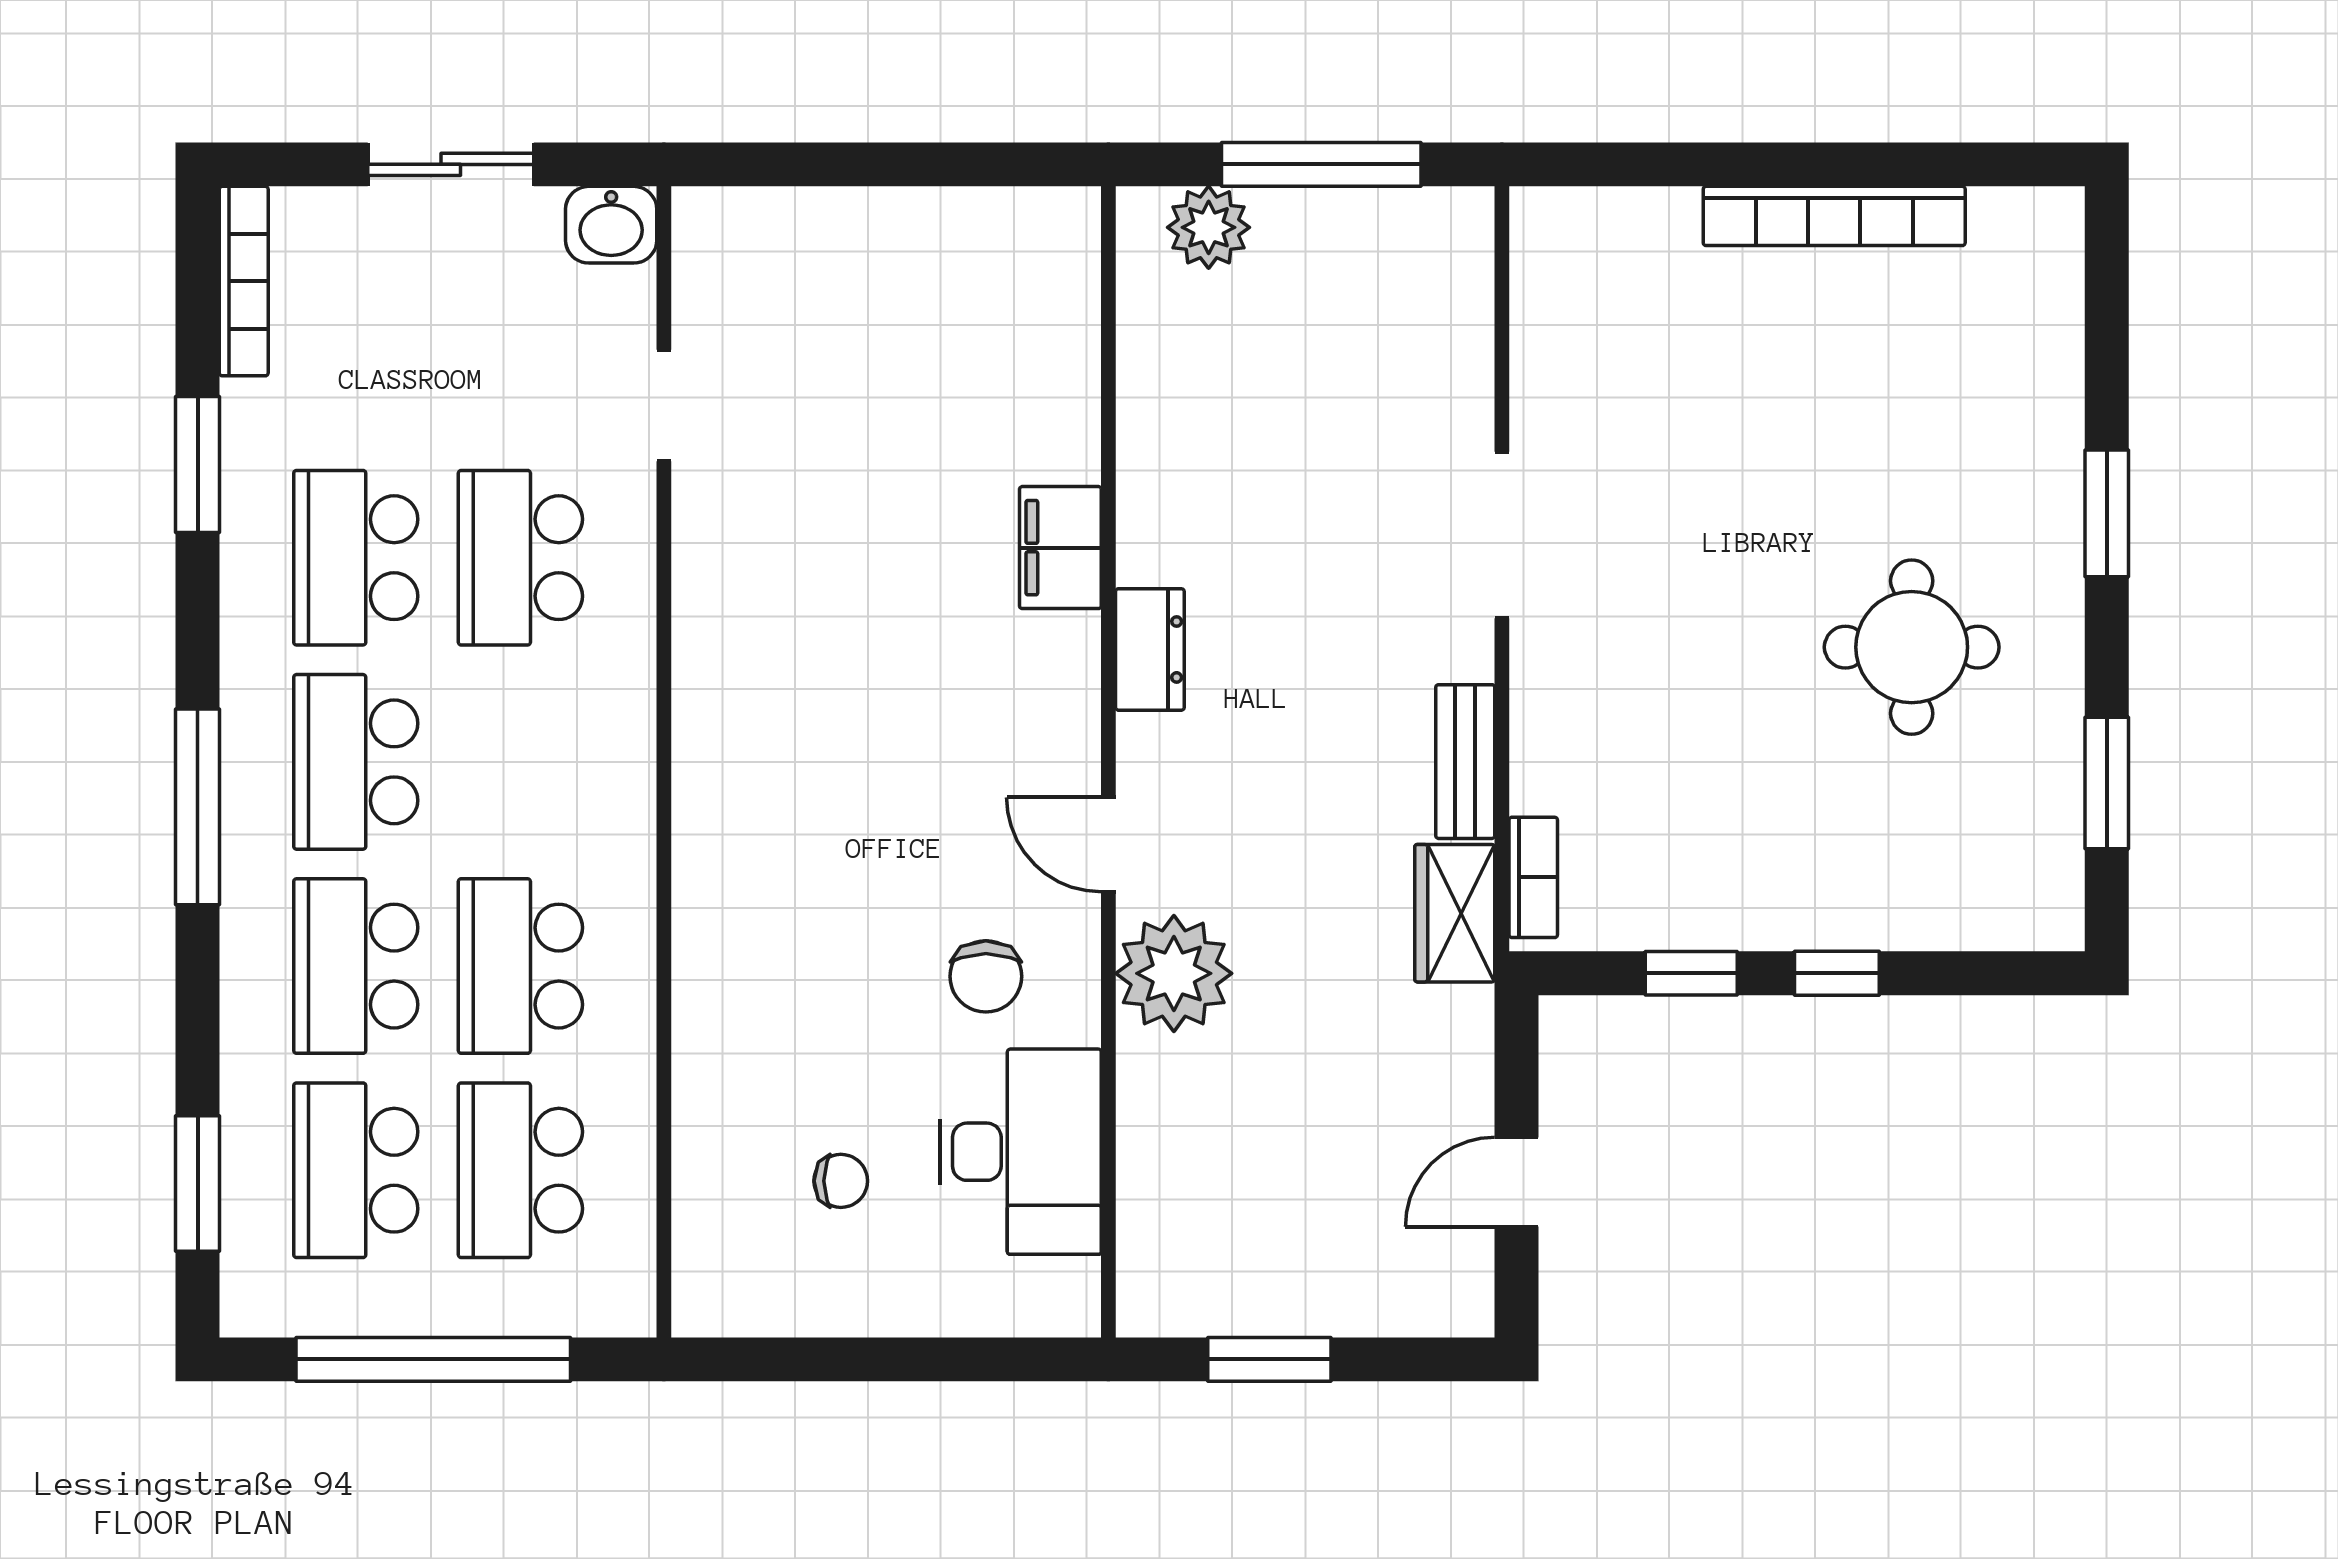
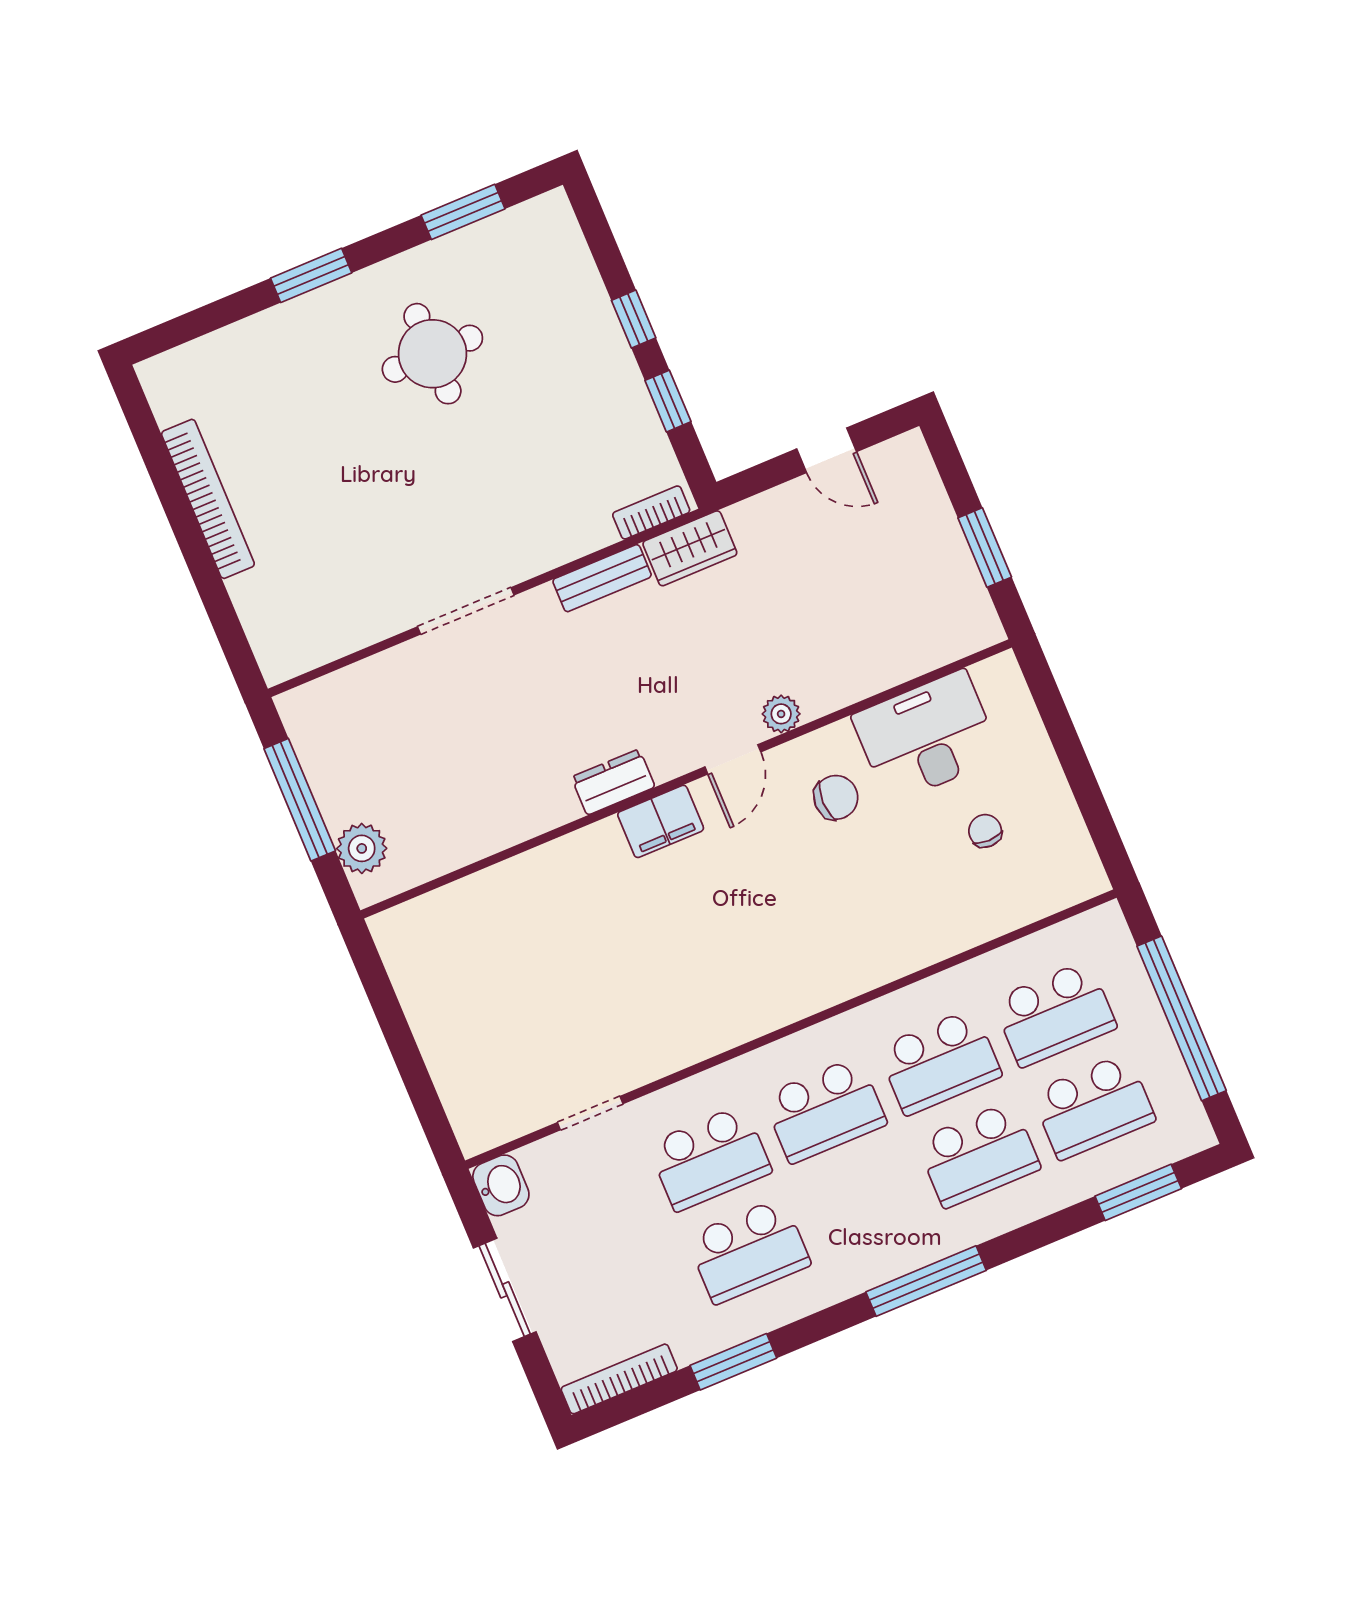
filing cabinet: (1060, 548) -> (661, 821), moved
school desk: (356, 762) -> (825, 1110), moved
plant: (1174, 973) -> (781, 714), width x0.53, depth x0.53

